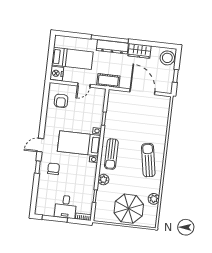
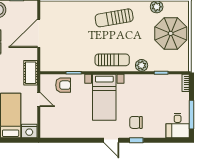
armchair: (61, 101) -> (63, 85), moved
desk: (66, 207) -> (178, 125), moved, turned 90

